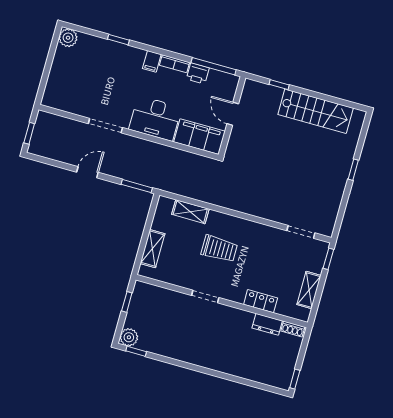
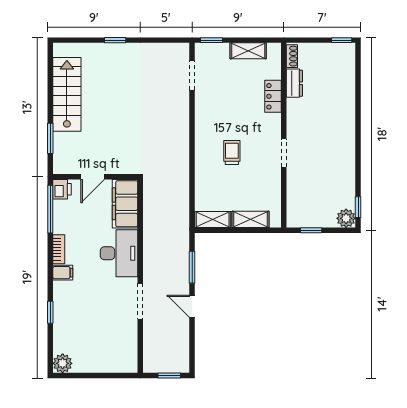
printer: (198, 73) -> (62, 189), moved
window: (279, 85) -> (50, 138), width x1.50
window: (137, 186) -> (192, 267), moved
shelving: (190, 212) -> (213, 220), moved, turned 90
trolley: (219, 249) -> (232, 152), width x0.73, depth x0.72

